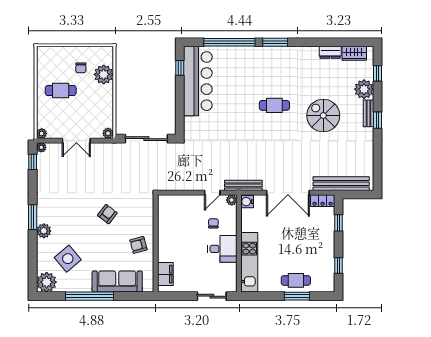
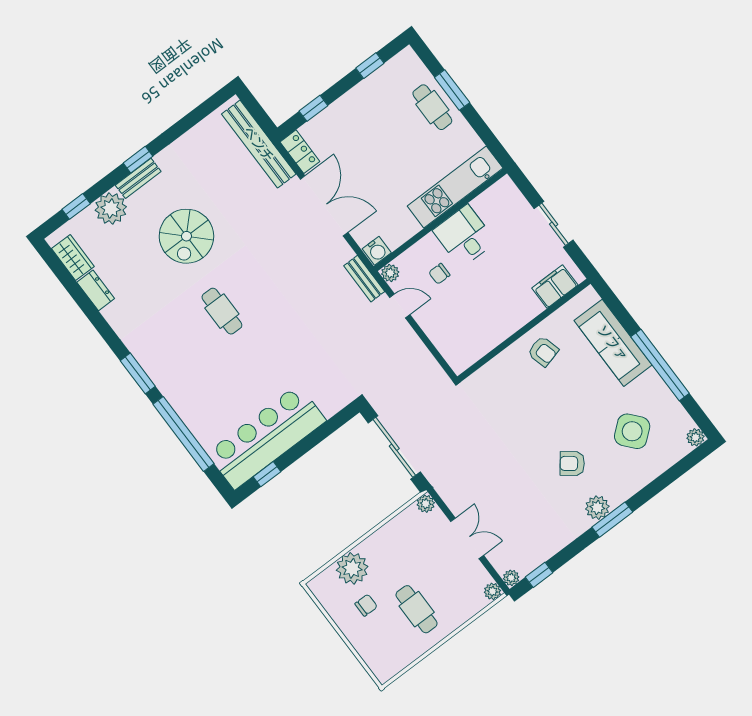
bench: (243, 185) -> (364, 279), width x0.73
armchair: (107, 214) -> (572, 464), moved
plant: (44, 231) -> (597, 508), moved
plant: (47, 282) -> (695, 437), width x0.53, depth x0.53
sliding door: (212, 296) -> (554, 224), moved

